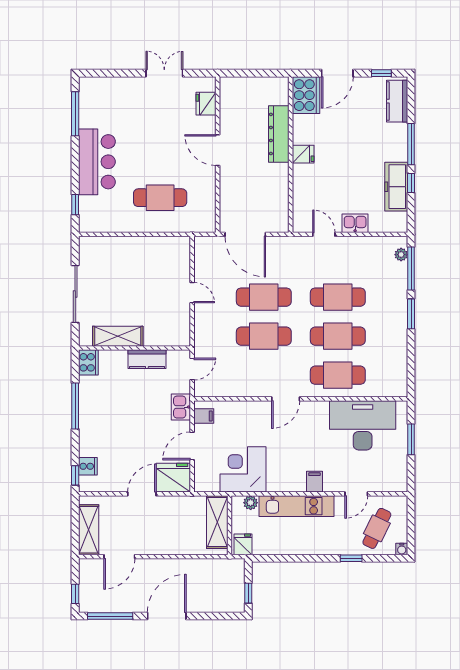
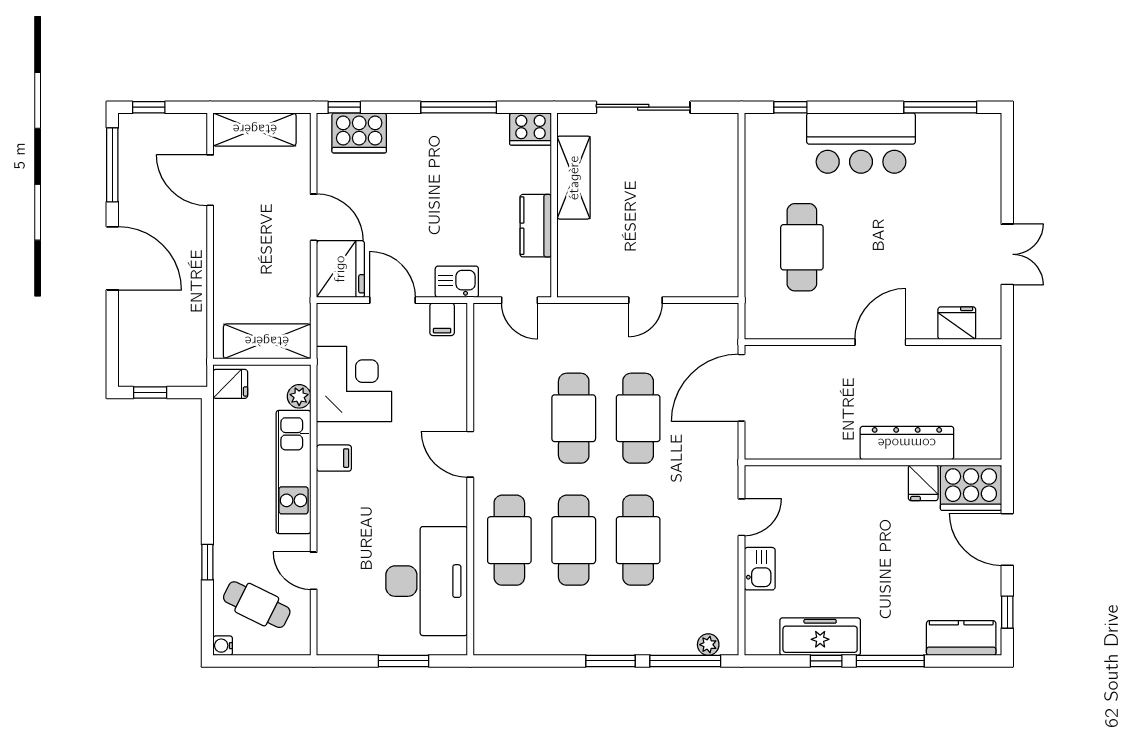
fridge: (303, 154) -> (923, 483), moved
cooker: (88, 466) -> (359, 133), width x1.87, depth x1.31
filing cabinet: (314, 482) -> (334, 458), moved

